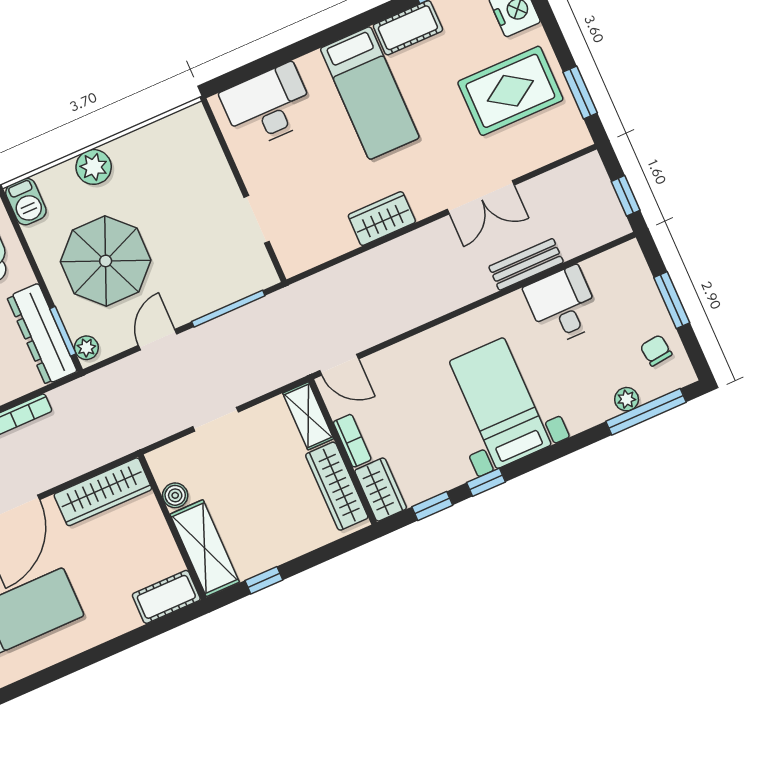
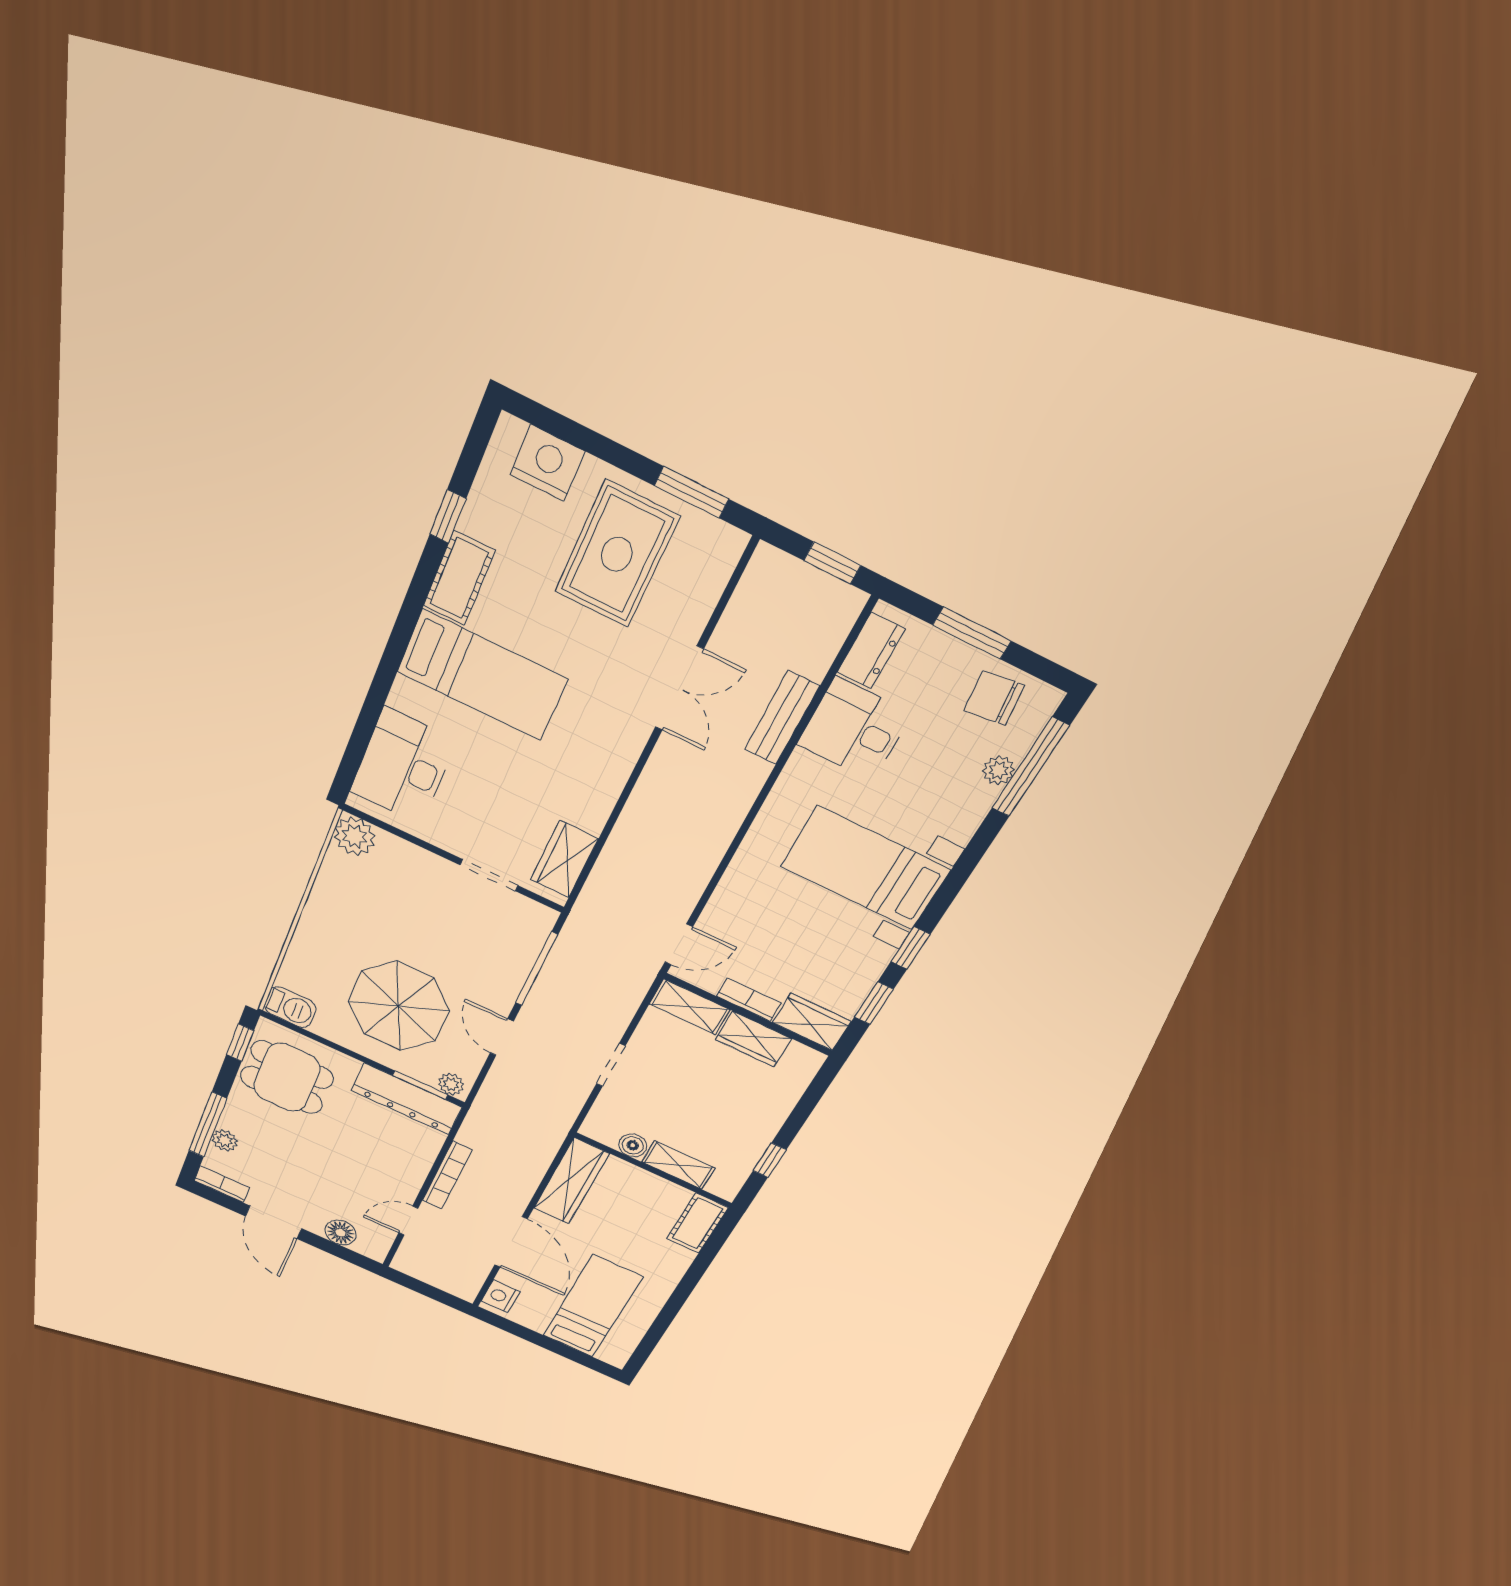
plant: (94, 167) -> (355, 836), moved
wardrobe: (382, 219) -> (564, 859), moved
dresser: (608, 265) -> (871, 651), added
chair: (656, 350) -> (994, 698), width x1.37, depth x1.37
wardrobe: (337, 486) -> (753, 1039), width x0.67
shelving: (205, 548) -> (678, 1165), width x0.67, depth x0.75

